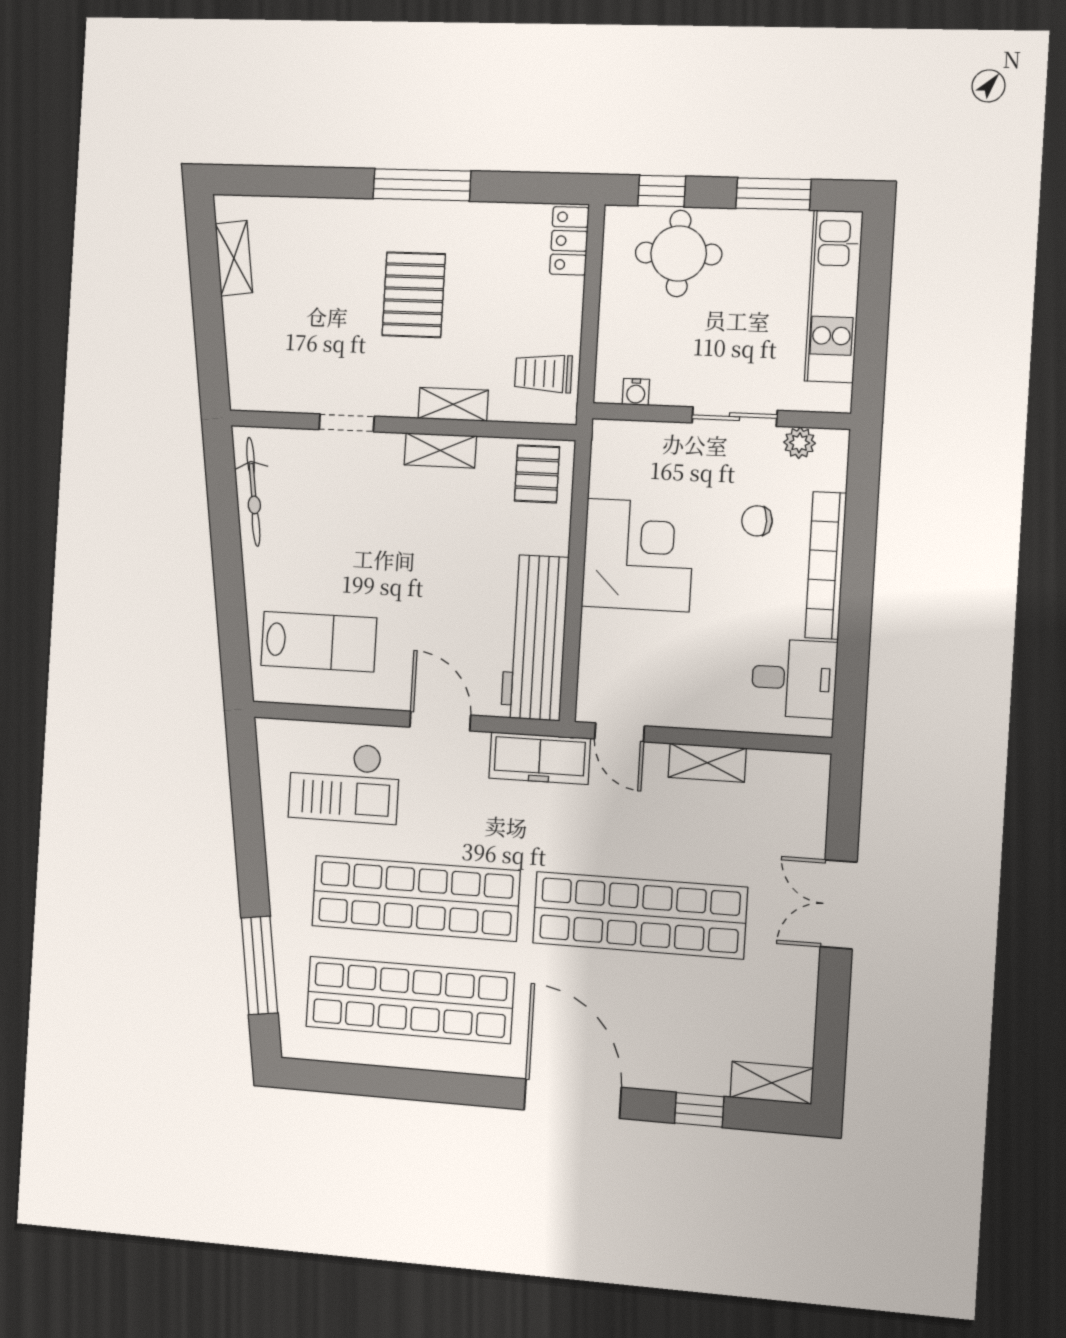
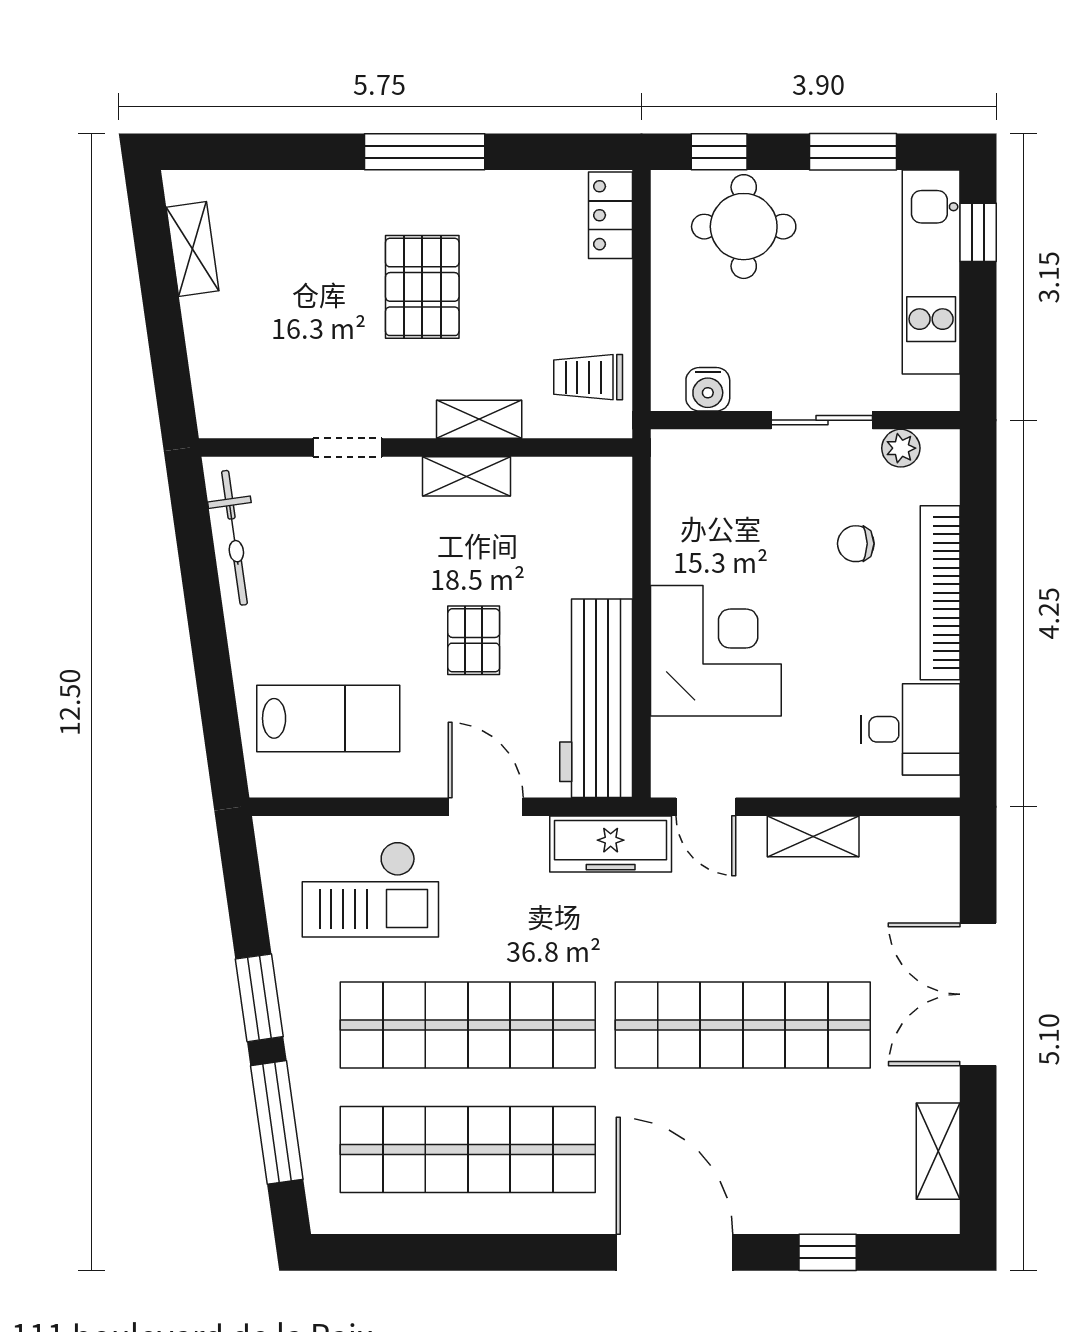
window: (876, 264) -> (978, 232), added
water cooler: (636, 392) -> (708, 389), width x1.38, depth x1.38
pallet: (537, 474) -> (474, 640), moved
corner desk: (638, 555) -> (716, 651), moved
window: (251, 864) -> (259, 998), added
double door: (839, 904) -> (978, 994), width x1.37
shelving: (772, 1083) -> (938, 1151), moved, turned 90

